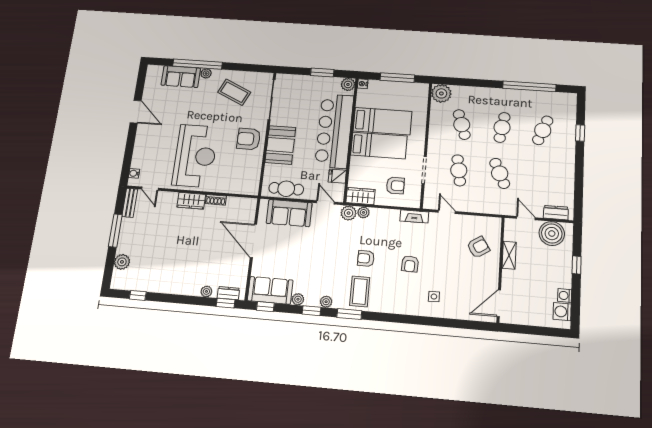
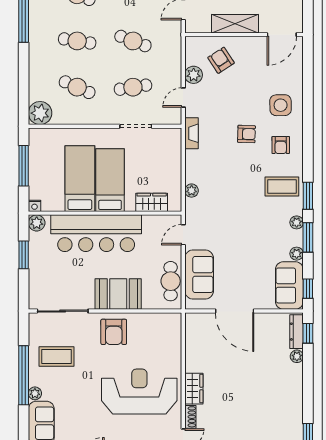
window: (198, 64) -> (24, 375), moved
coffee table: (234, 92) -> (57, 356), turned 65
cafe table: (462, 125) -> (77, 87), turned 42
cafe table: (500, 173) -> (133, 41), turned 45
fridge: (337, 176) -> (151, 224), removed
armchair: (395, 186) -> (157, 157), removed
wardrobe: (360, 196) -> (152, 202), moved, turned 90
shoe rack: (216, 200) -> (190, 417), moved
plant: (349, 213) -> (194, 75), moved
door: (254, 241) -> (235, 311), hinge flipped
shelving: (509, 255) -> (235, 24), width x1.50, depth x1.33
armchair: (366, 258) -> (281, 145), moved
dresser: (228, 293) -> (297, 332), width x1.44
side table: (434, 297) -> (281, 105), width x1.87, depth x1.87
door: (499, 303) -> (282, 35), hinge flipped
window: (311, 311) -> (308, 237), width x1.50

